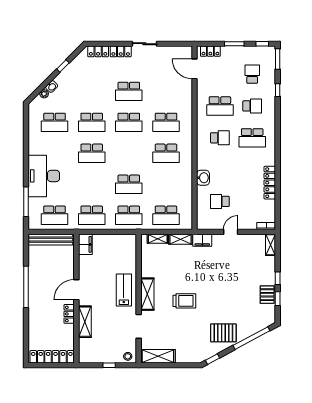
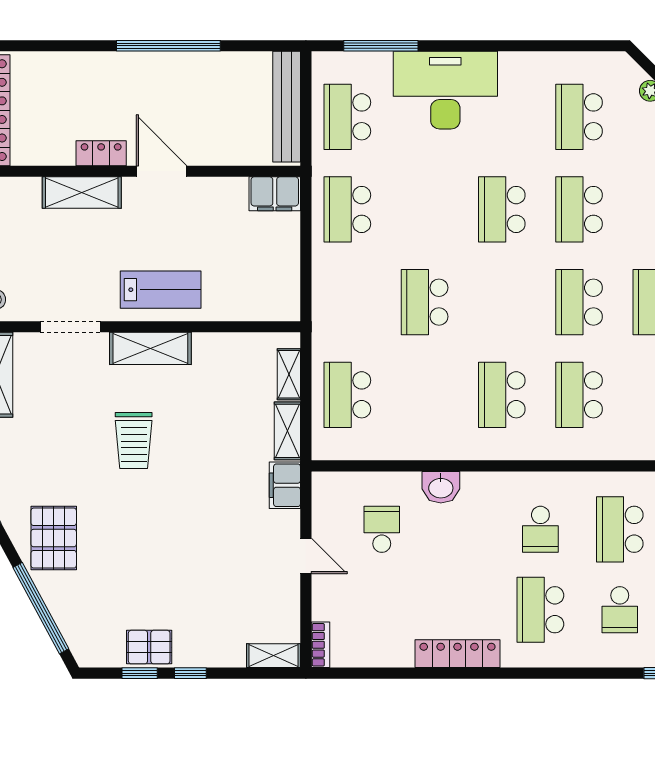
locker: (270, 183) -> (458, 654), moved
school desk: (129, 215) -> (347, 302), removed

